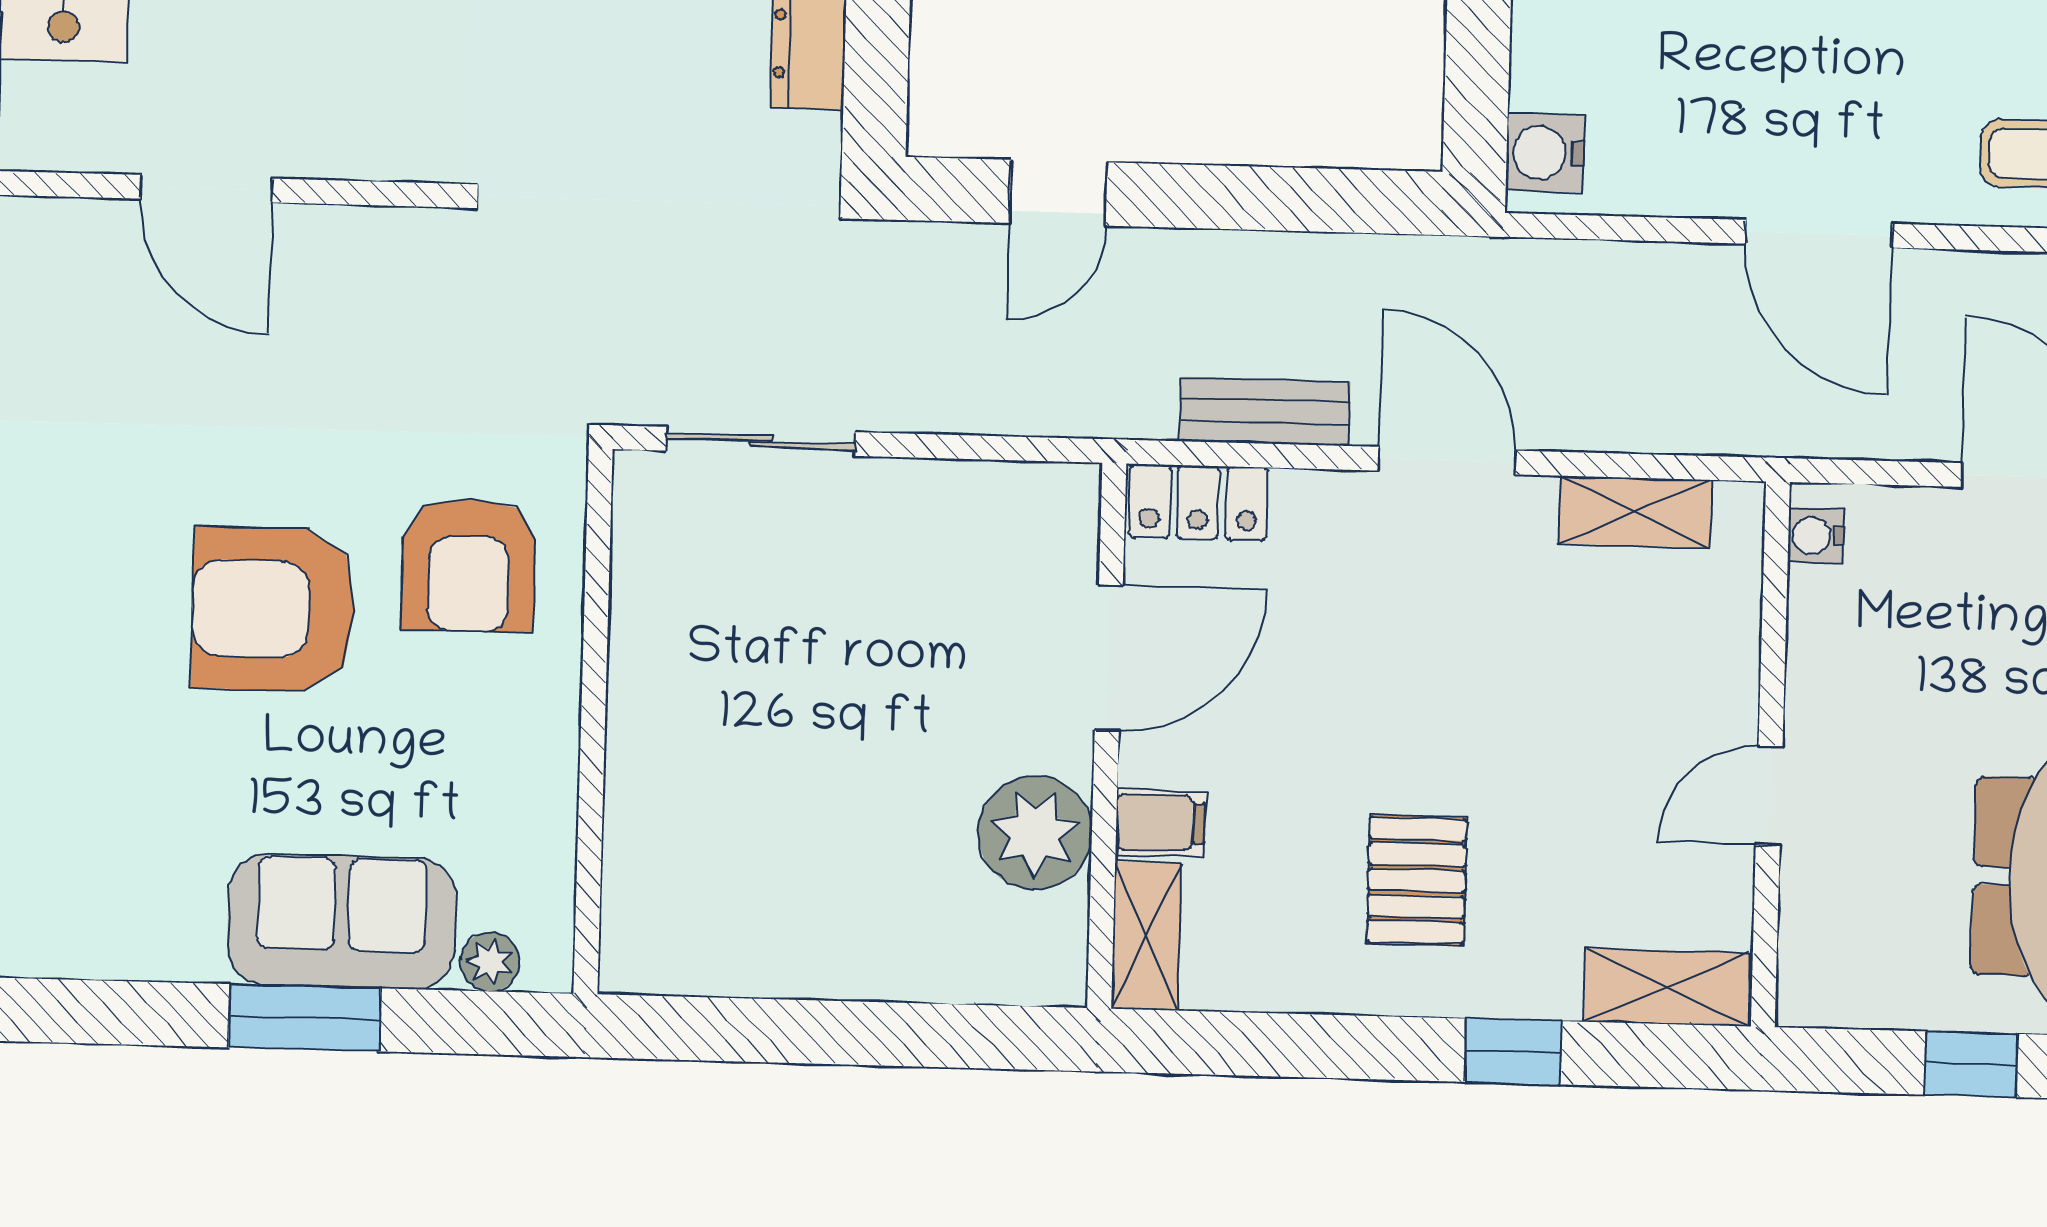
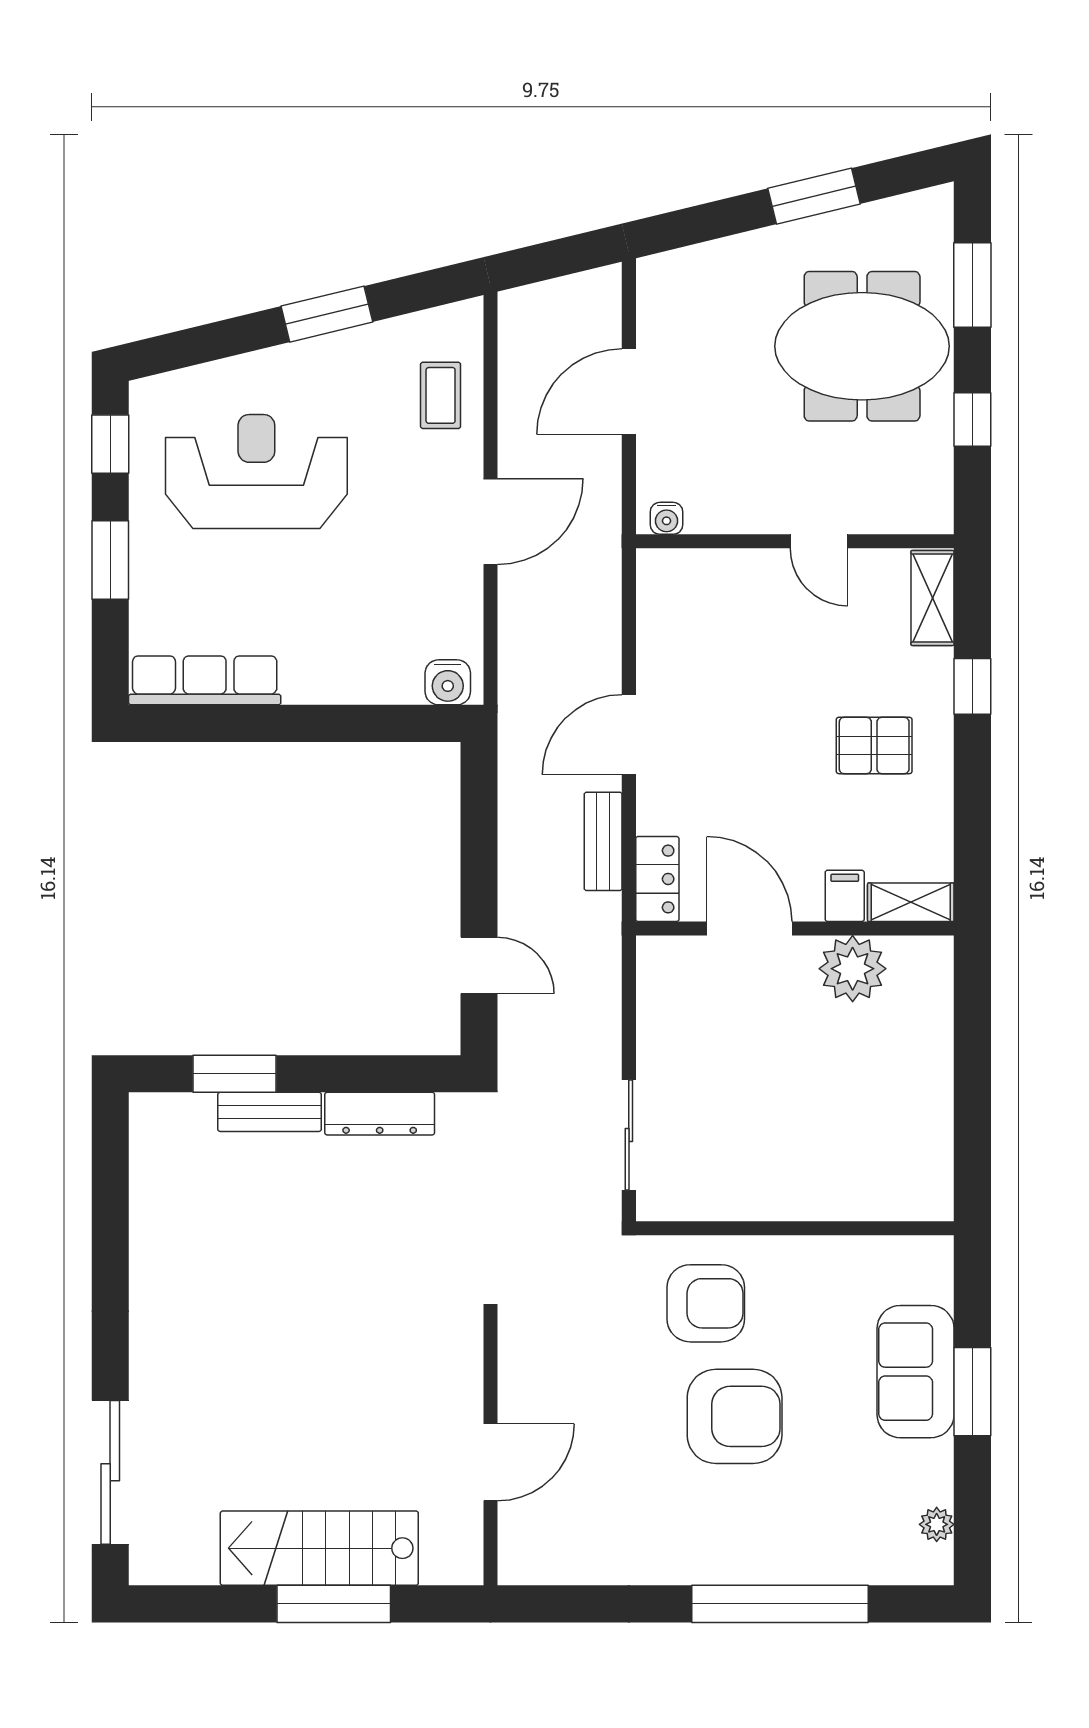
shelving: (1635, 512) -> (656, 624), removed
armchair: (273, 609) -> (735, 1416), turned -90
plant: (490, 962) -> (937, 1524), moved

